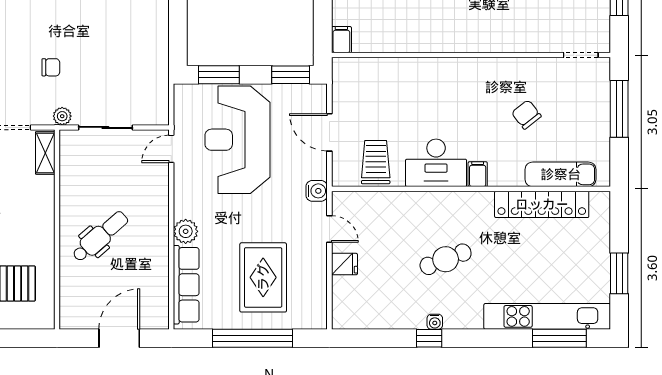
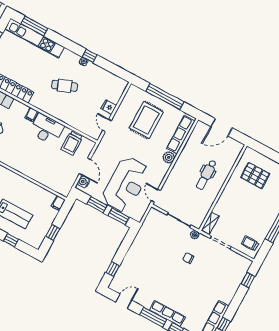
window: (291, 75) -> (97, 205), moved
door: (171, 149) -> (156, 196), swing flipped
water cooler: (317, 191) -> (84, 182), moved
dental chair: (100, 237) -> (206, 175), turned -49

